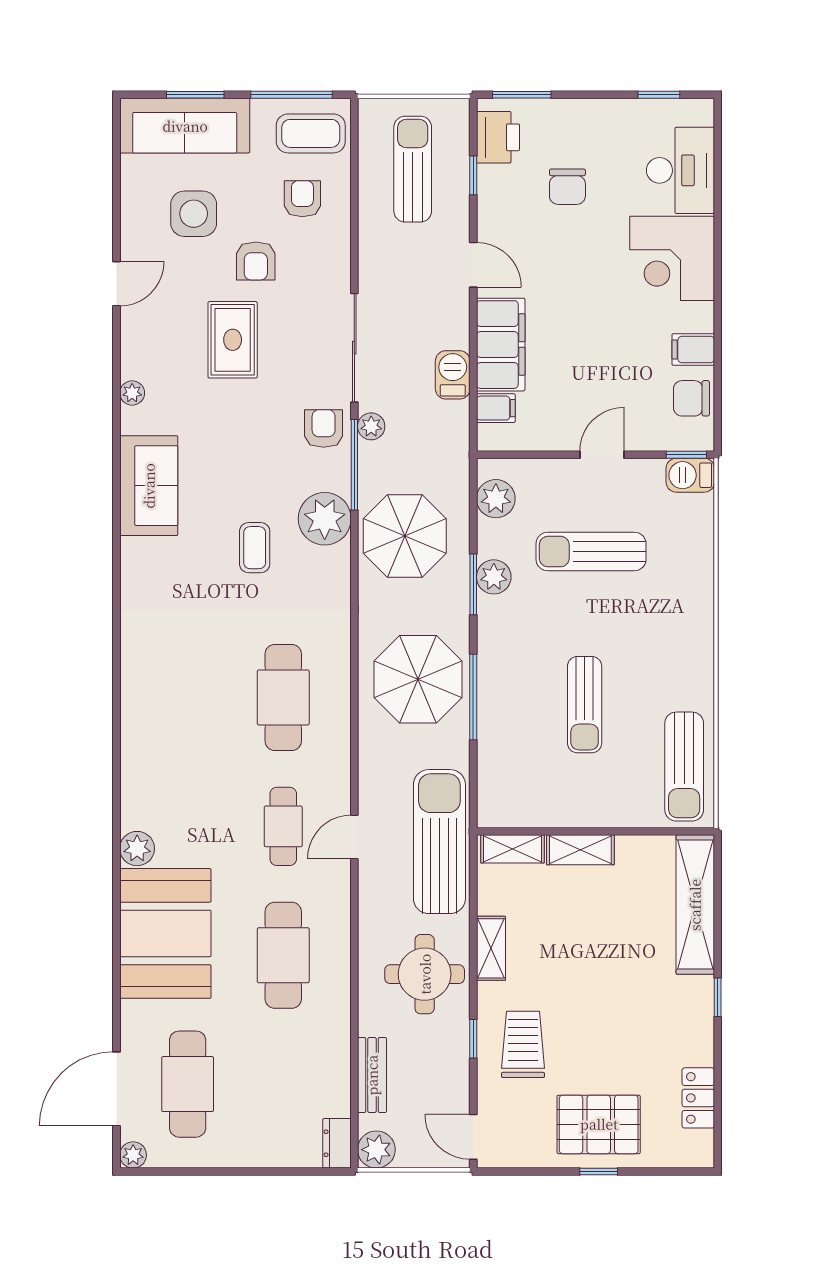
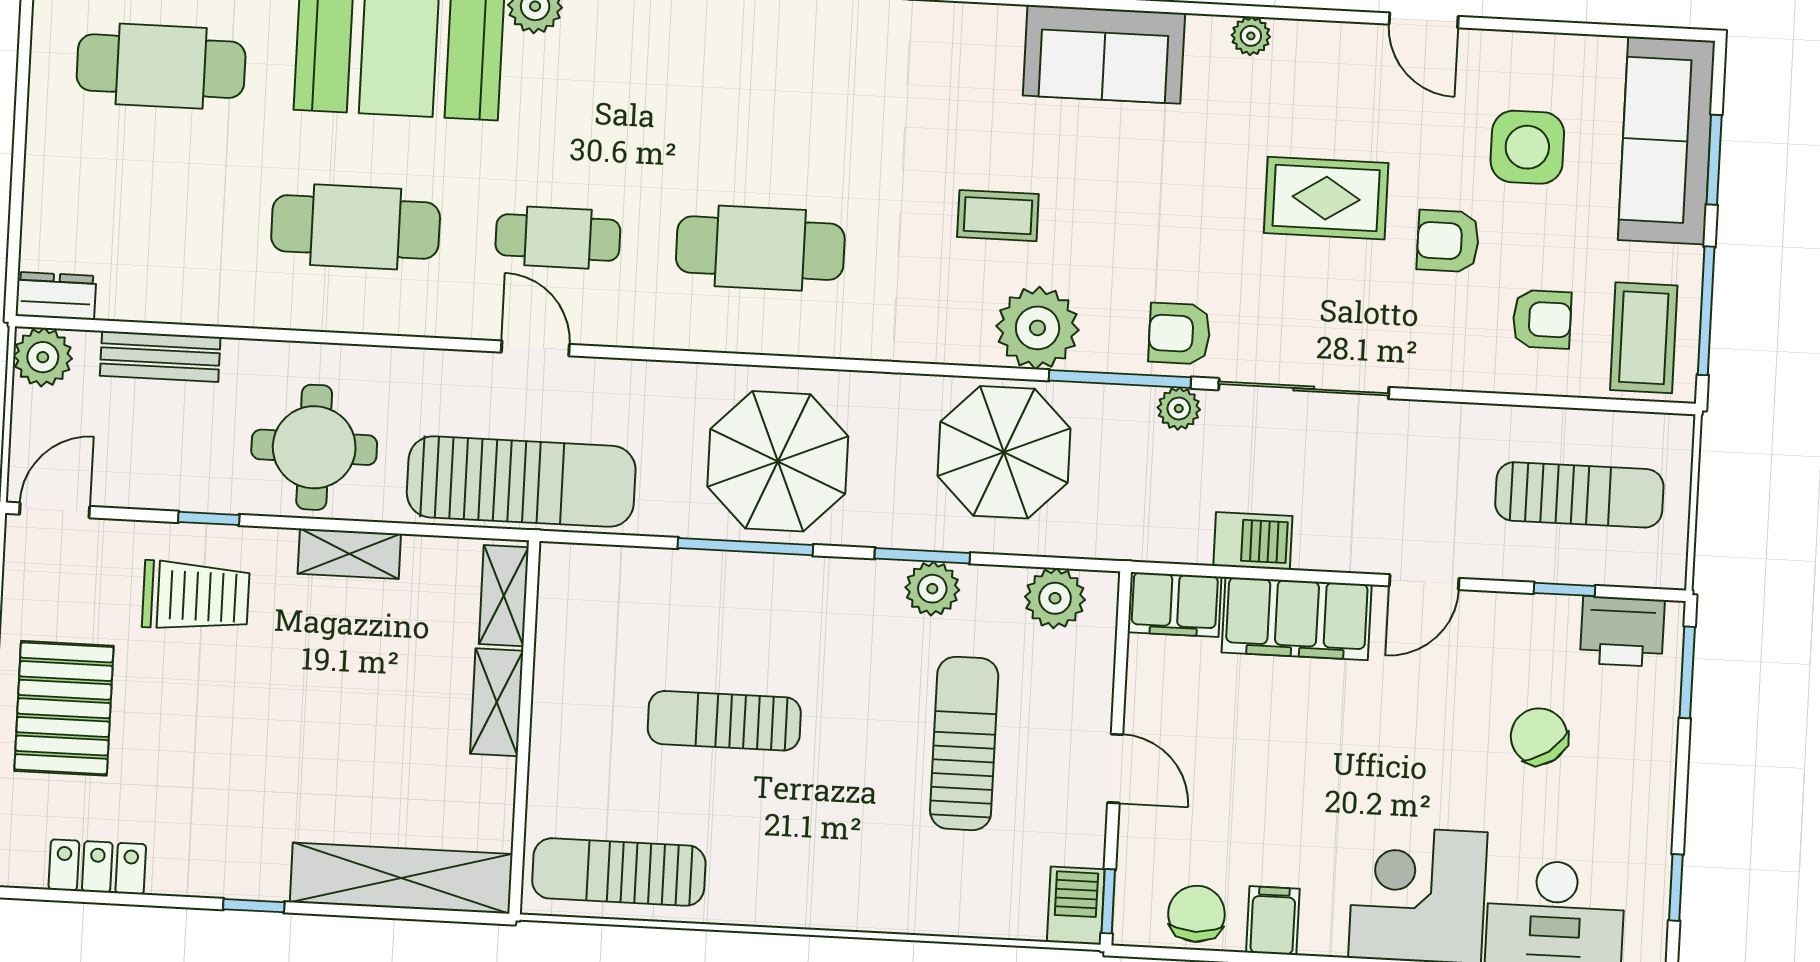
chair: (567, 187) -> (1539, 736), turned 54
filing cabinet: (496, 408) -> (1175, 605), width x2.00
armchair: (324, 429) -> (1179, 334), turned 180

